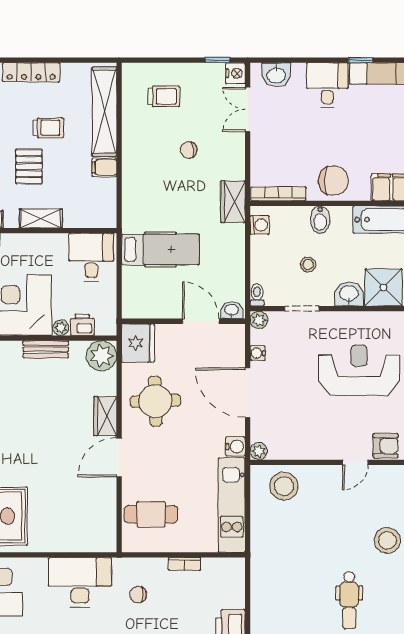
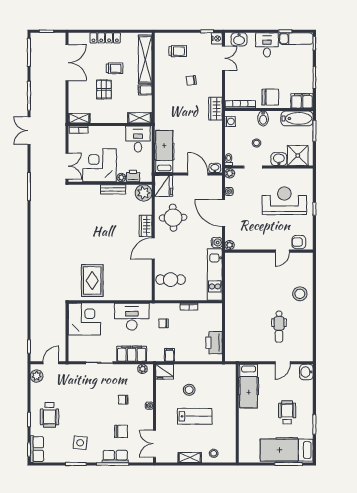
double door: (248, 109) -> (223, 58), swing flipped
shelving: (41, 219) -> (140, 118), moved
hospital bed: (160, 249) -> (164, 151), moved, turned -90
armchair: (386, 446) -> (299, 242), turned 180
stool: (284, 486) -> (243, 264), removed

